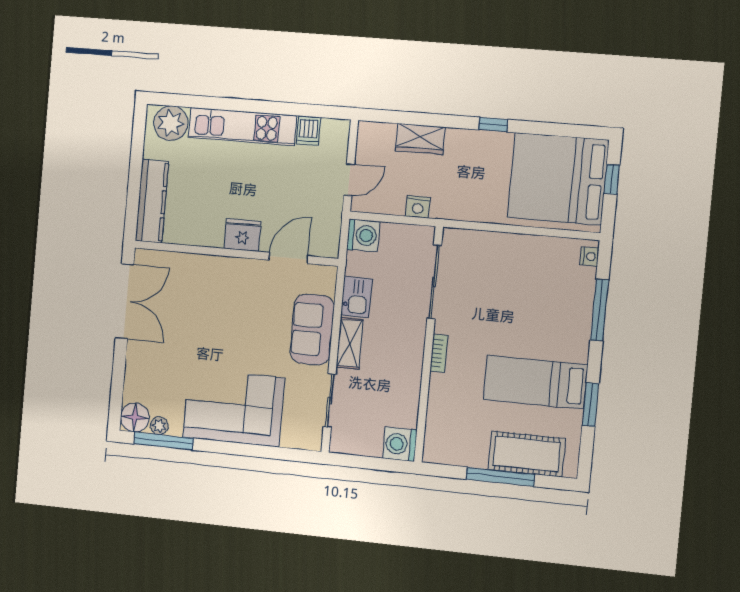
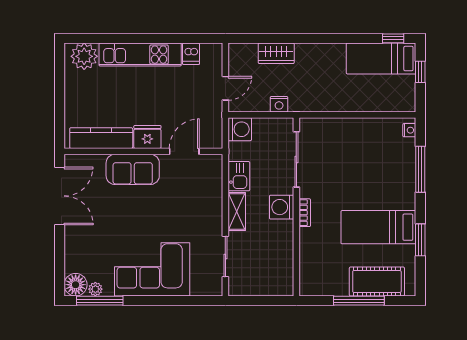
window: (493, 125) -> (393, 38), moved
bed: (558, 179) -> (381, 59), width x0.49
kitchen counter: (152, 201) -> (101, 138), moved, turned -90
sofa: (312, 329) -> (133, 169), moved, turned -90
washing machine: (400, 444) -> (282, 207), moved

